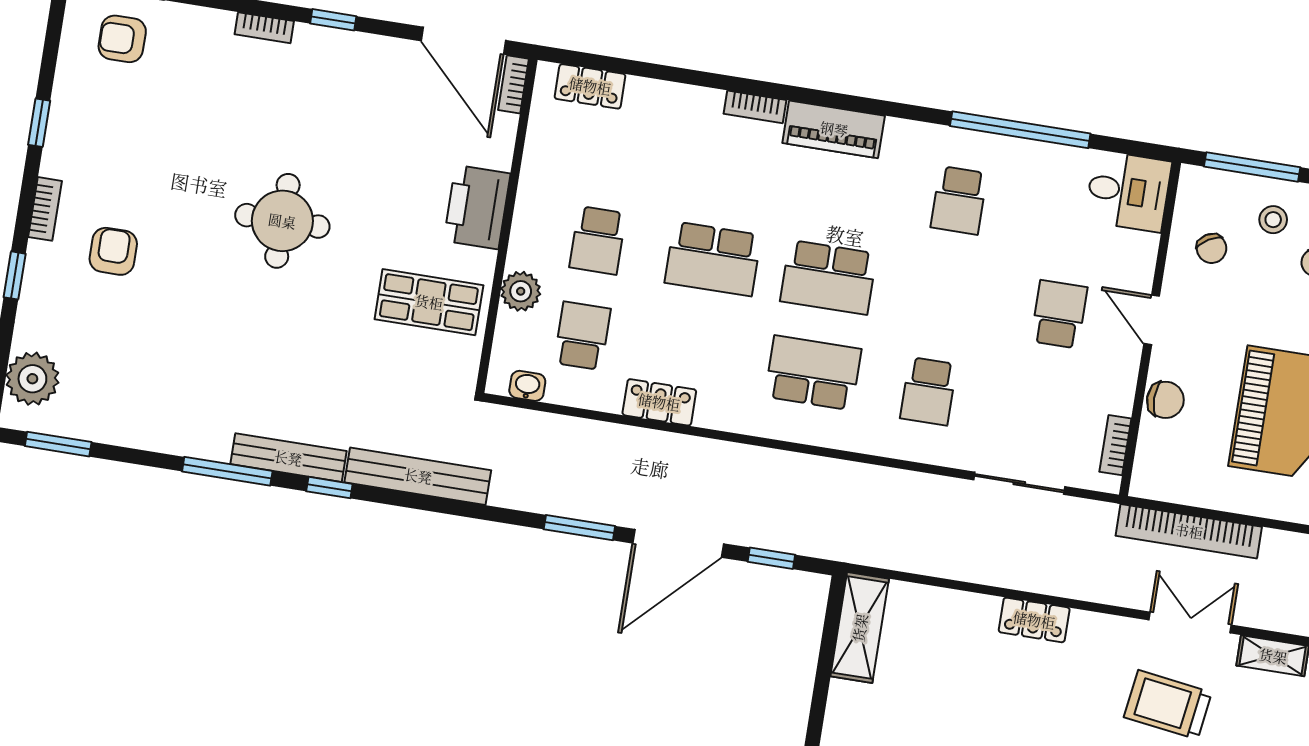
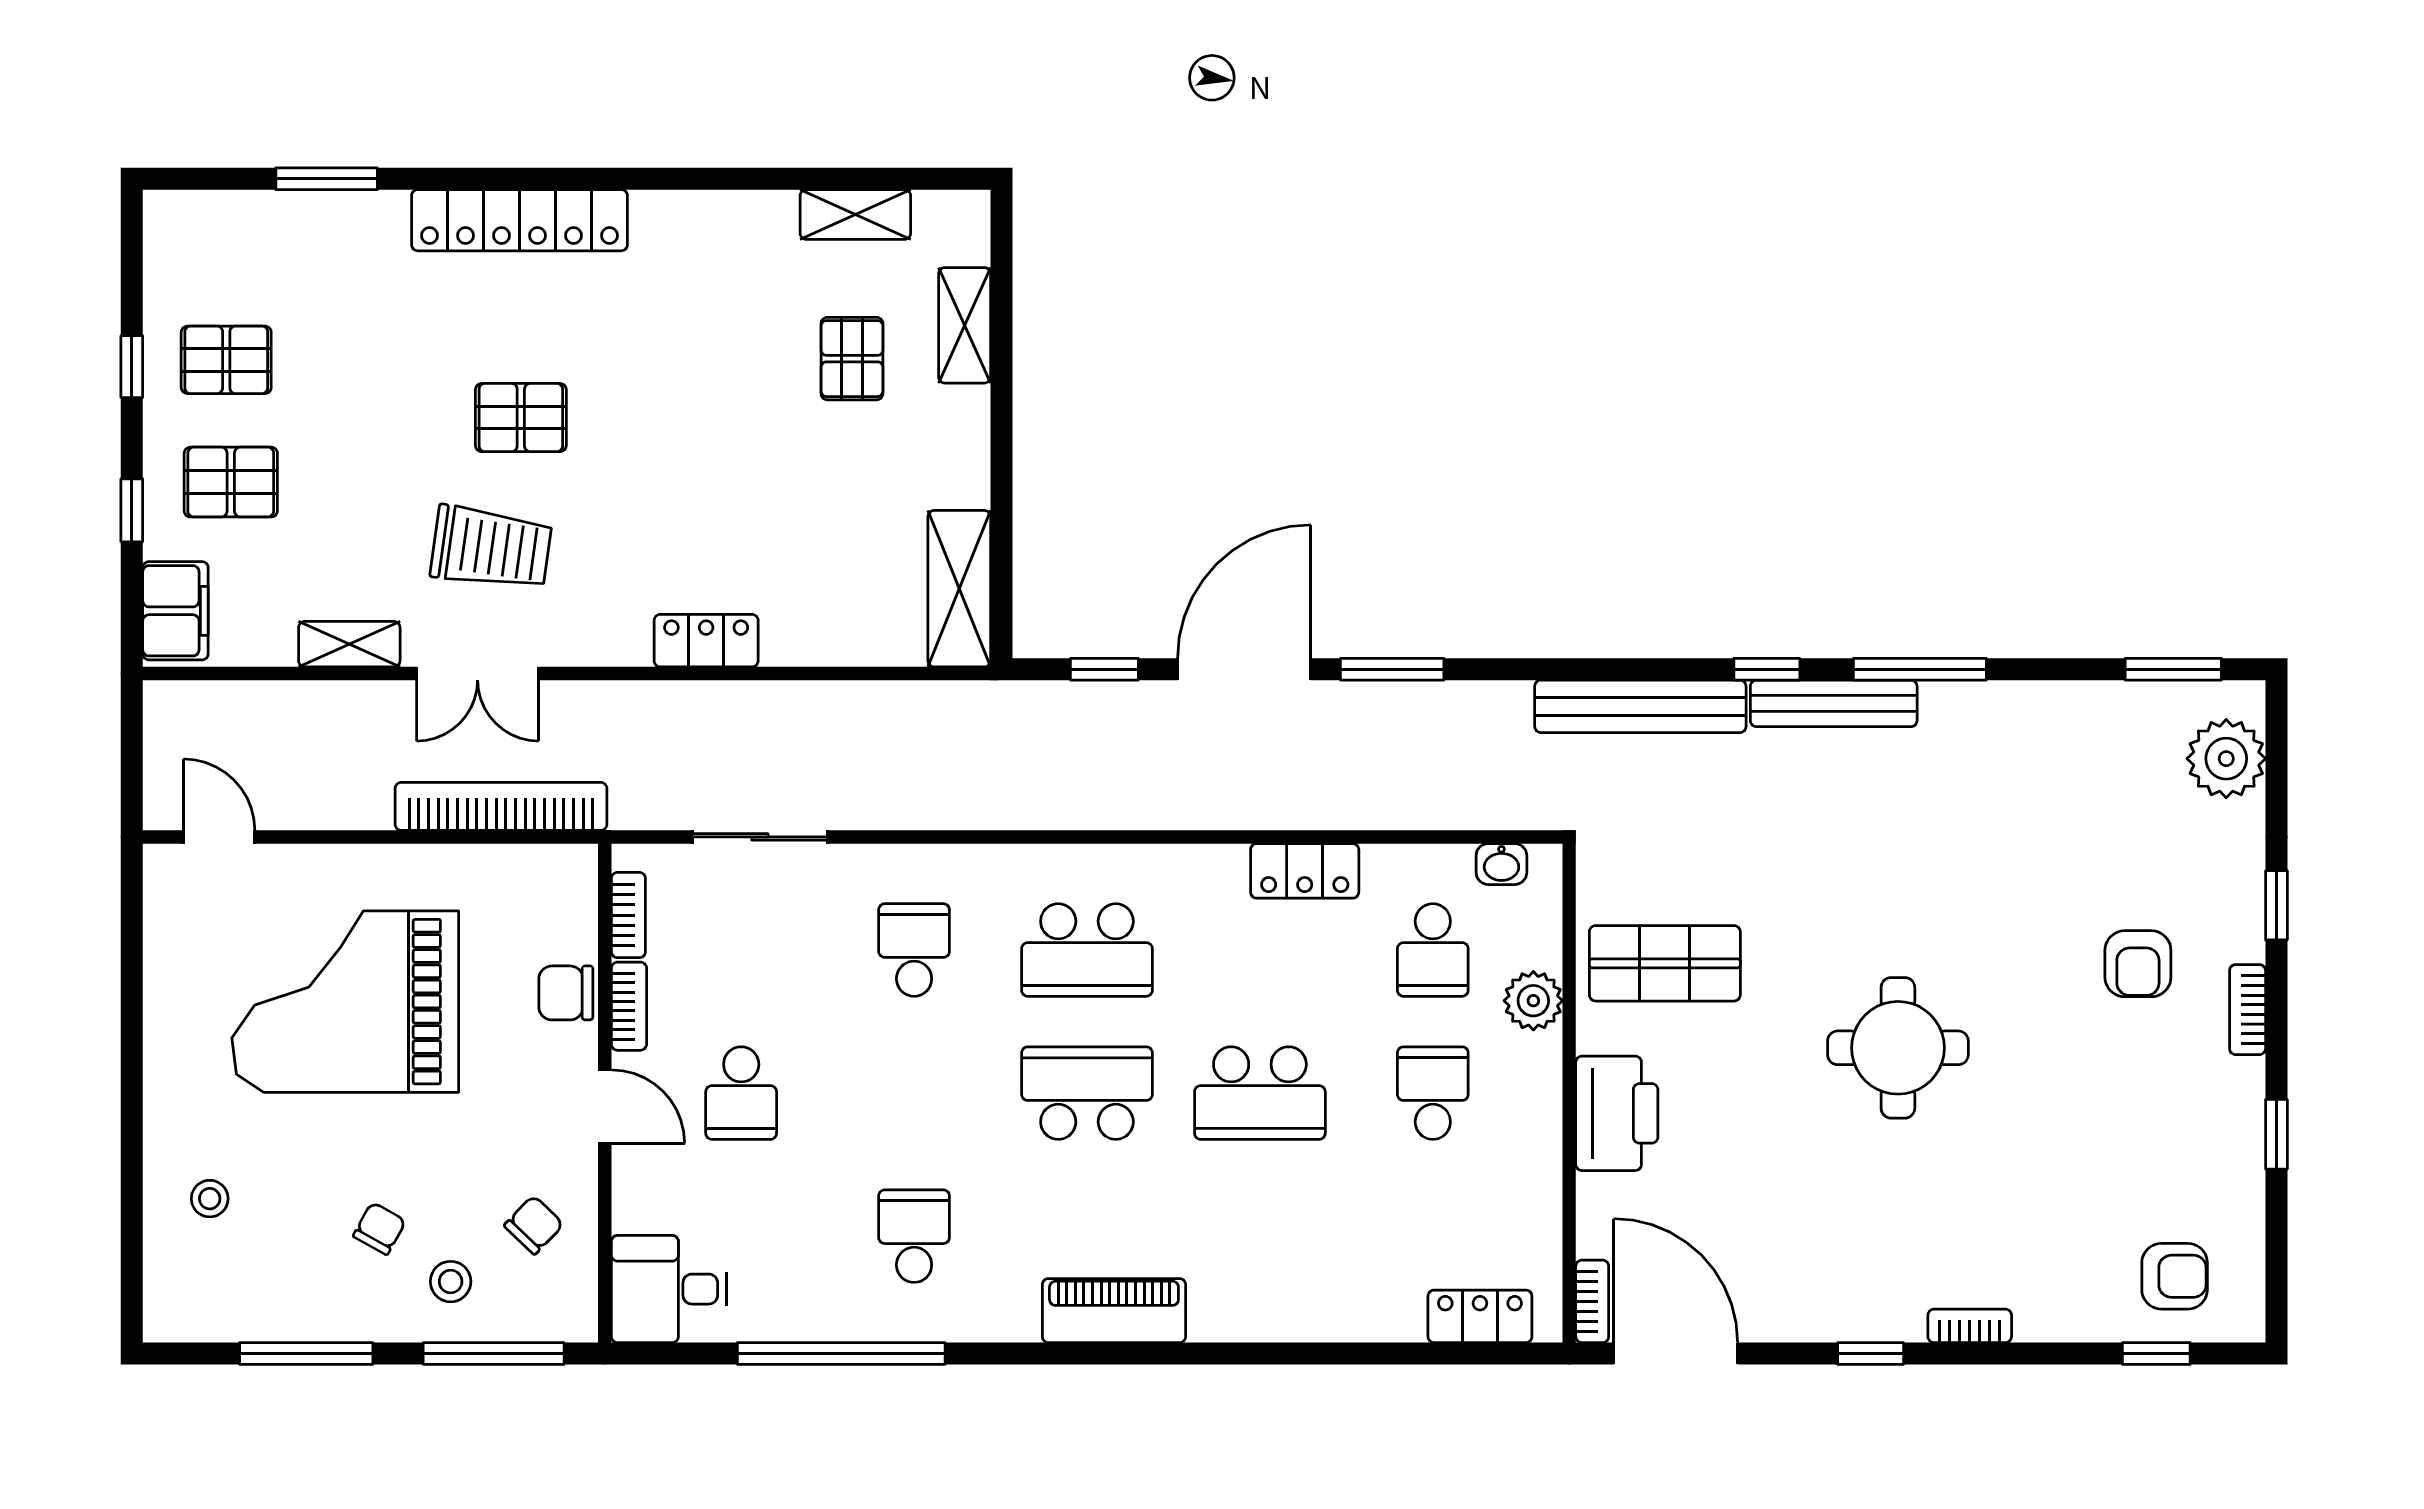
bookcase: (755, 107) -> (629, 1006), moved, turned 90
chair: (1212, 248) -> (534, 1225), turned 75
school desk: (713, 259) -> (1260, 1093), turned 180

